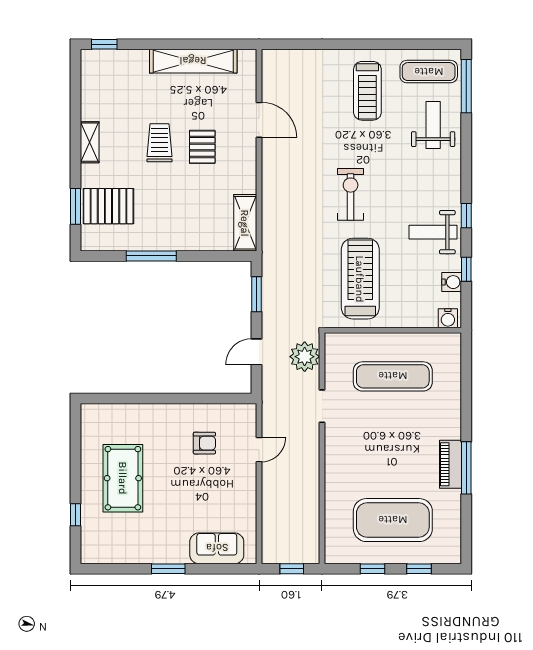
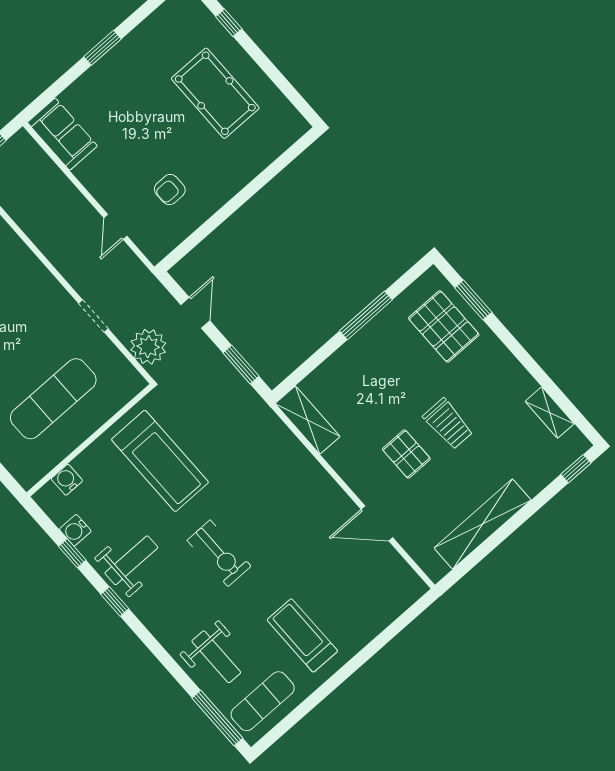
shelving: (90, 142) -> (550, 413), moved
exercise bike: (351, 194) -> (219, 553), moved
pallet: (108, 206) -> (444, 326), turned 90
water cooler: (448, 318) -> (67, 480), moved
sofa: (217, 548) -> (62, 134), moved, turned -90

